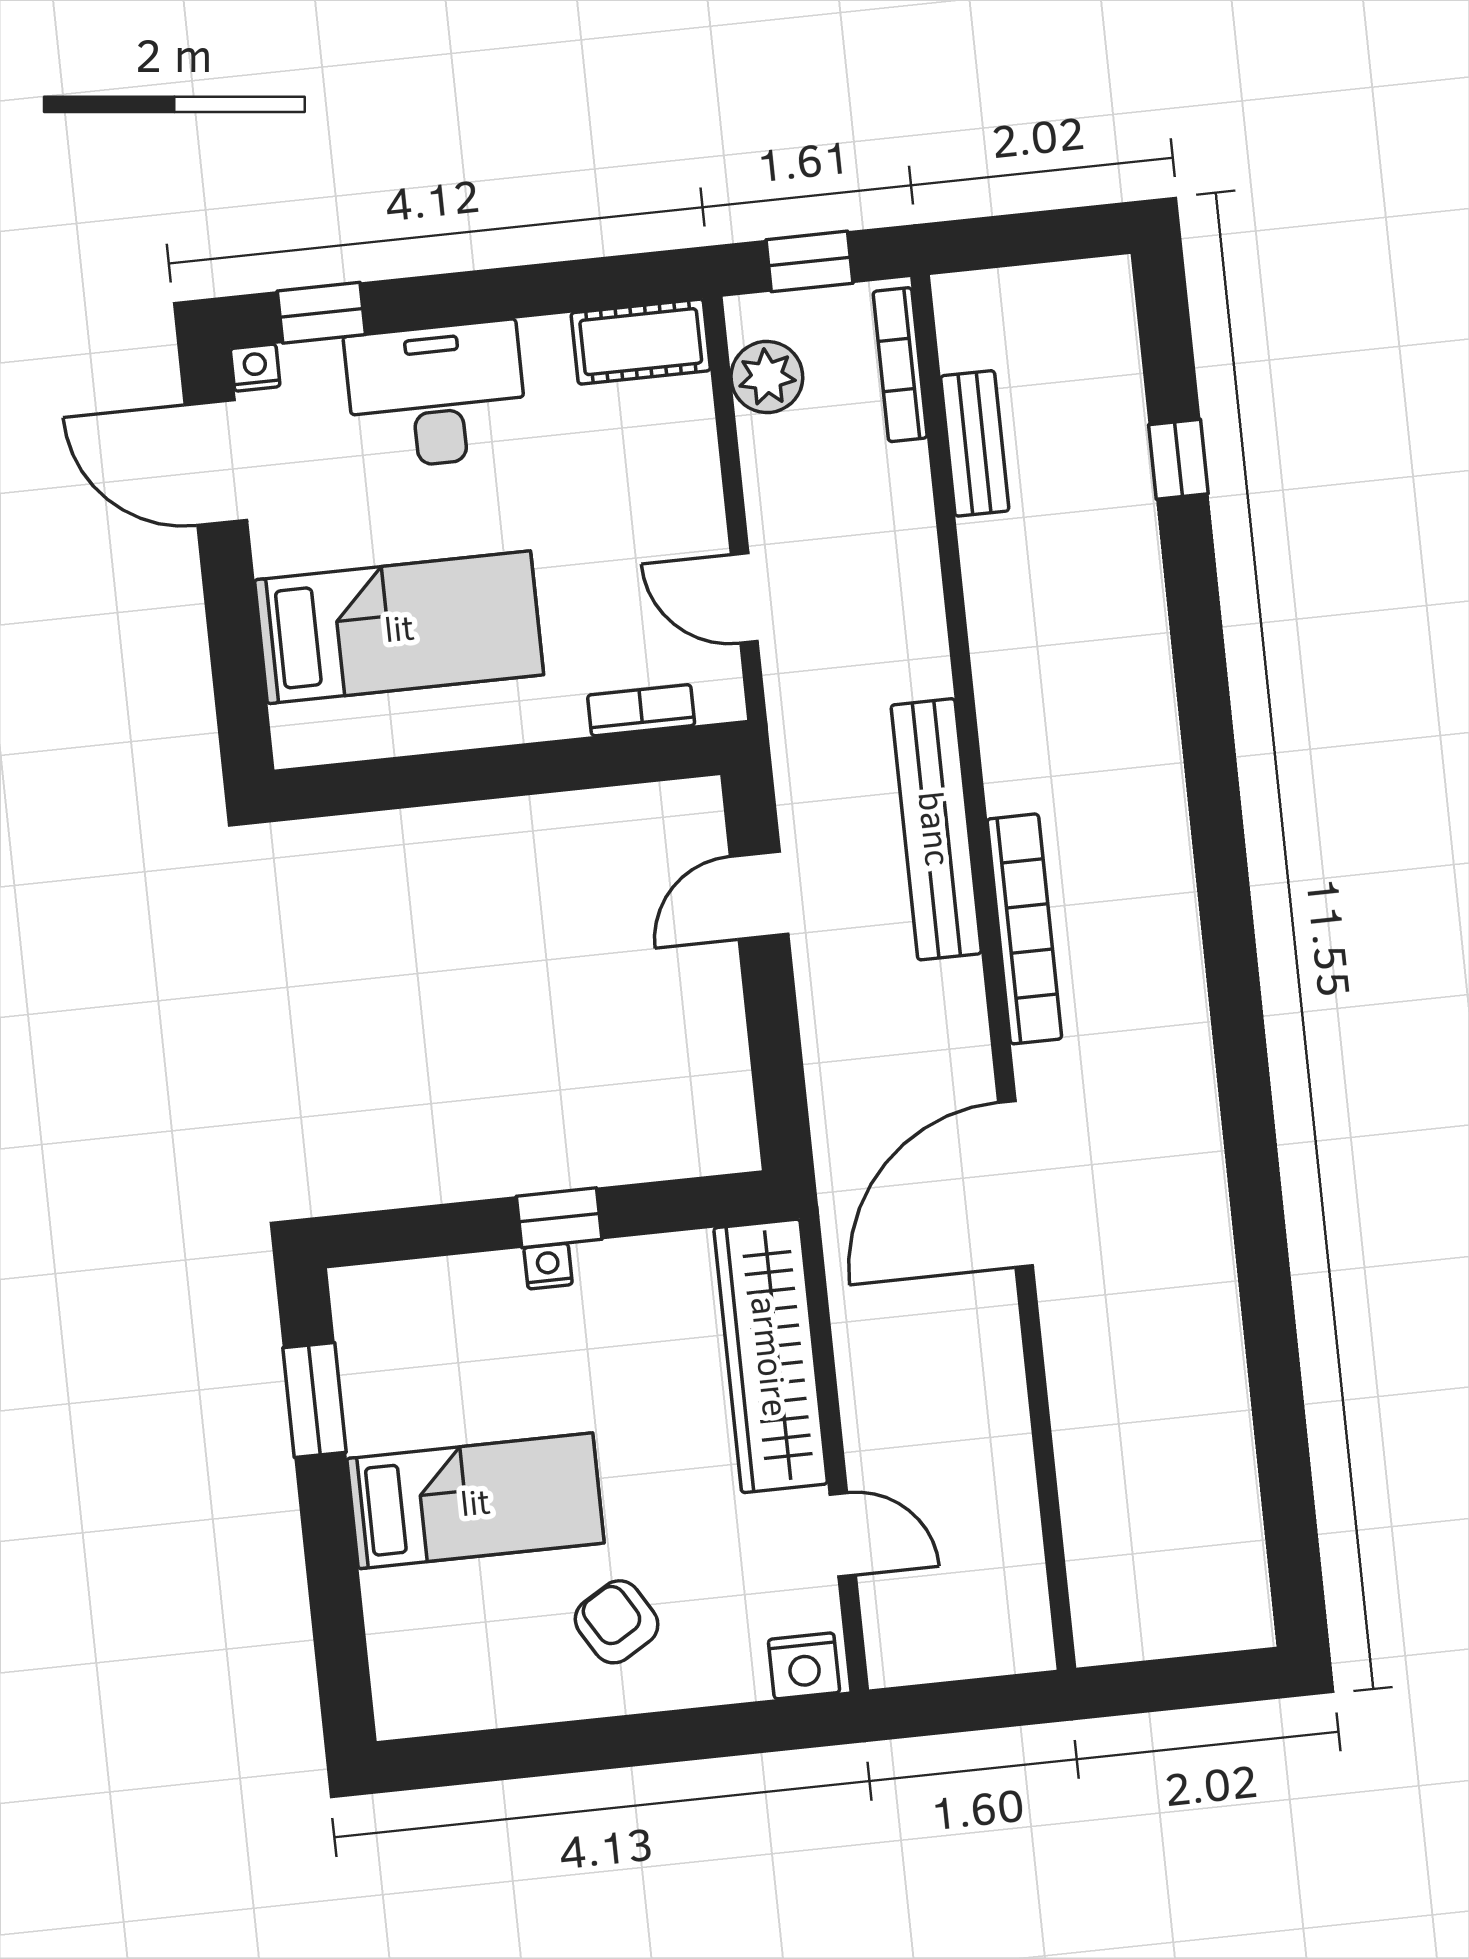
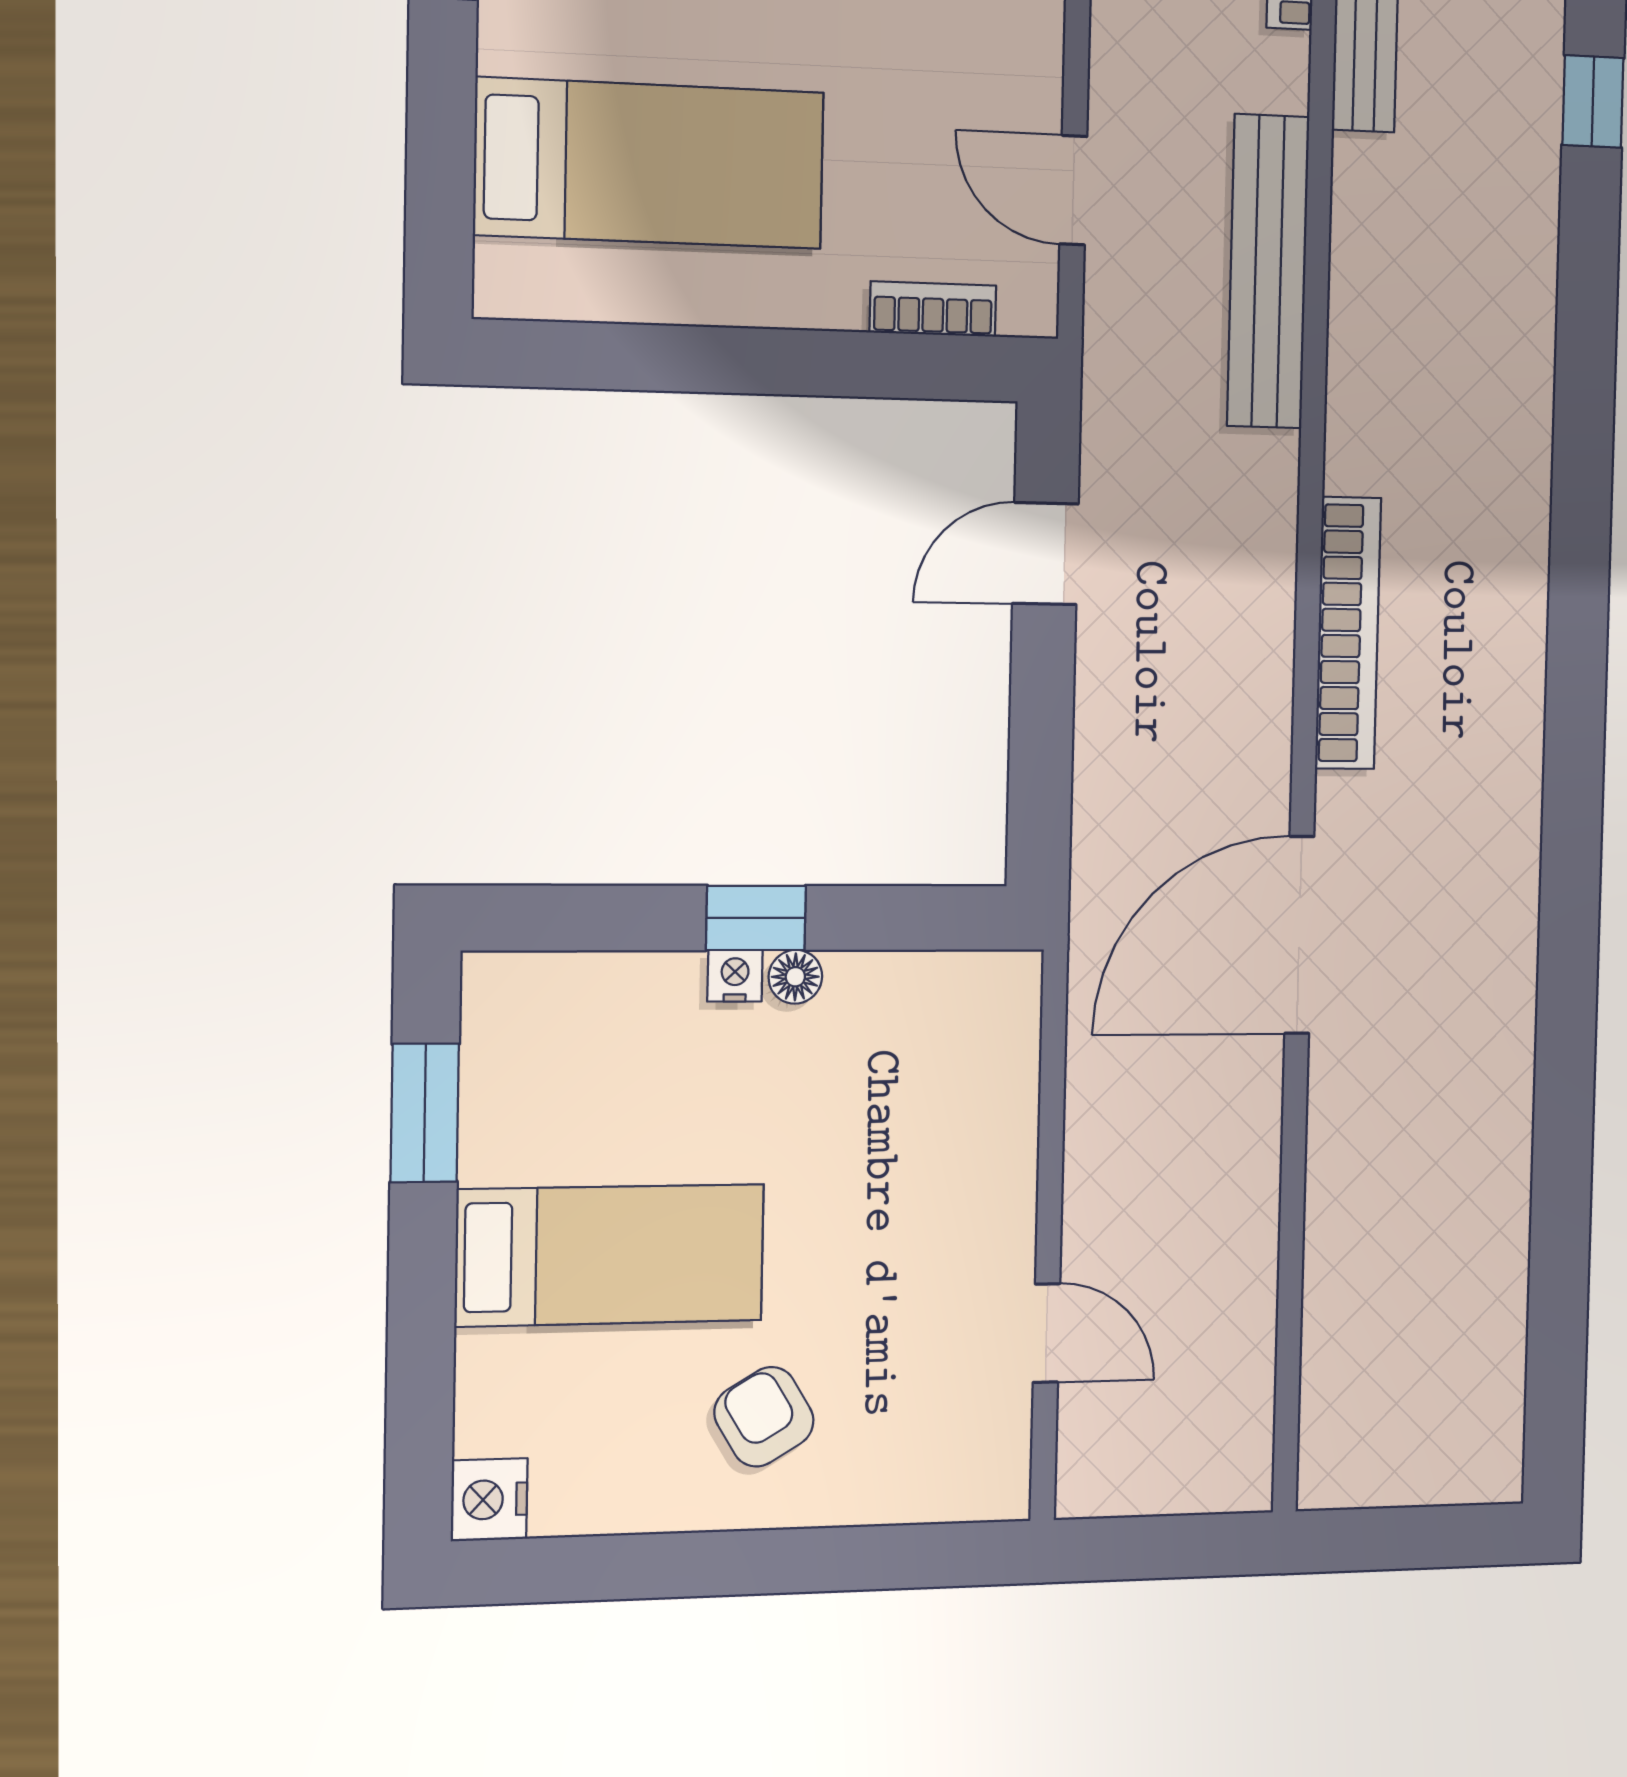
bench: (936, 829) -> (1268, 271), moved
floor lamp: (597, 1262) -> (795, 977), added
wardrobe: (771, 1356) -> (989, 1111), removed
nightstand: (804, 1666) -> (489, 1500), moved, turned 90

